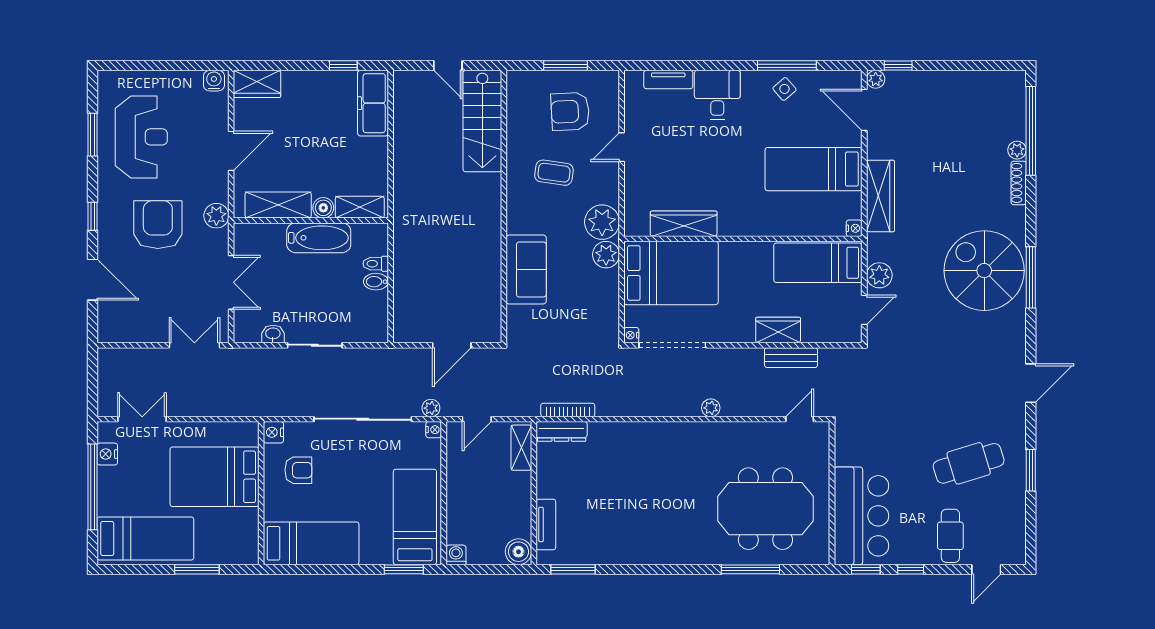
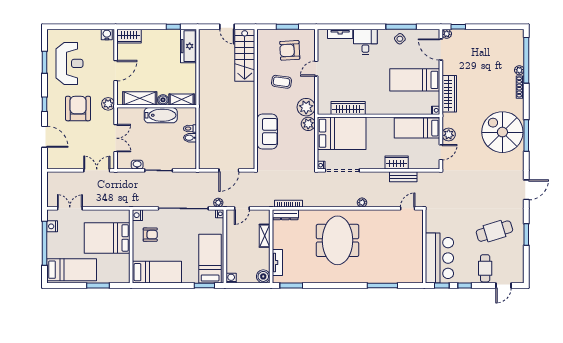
shelving: (521, 448) -> (265, 236), moved
meeting table: (765, 509) -> (337, 240), moved, turned 90

